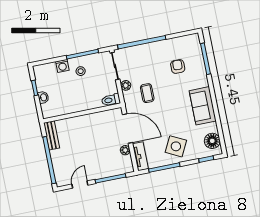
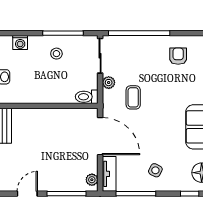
washing machine: (62, 66) -> (20, 43), moved
armchair: (178, 67) -> (178, 56), moved
side table: (176, 146) -> (155, 170), width x0.54, depth x0.54
plant: (125, 150) -> (92, 180), moved

